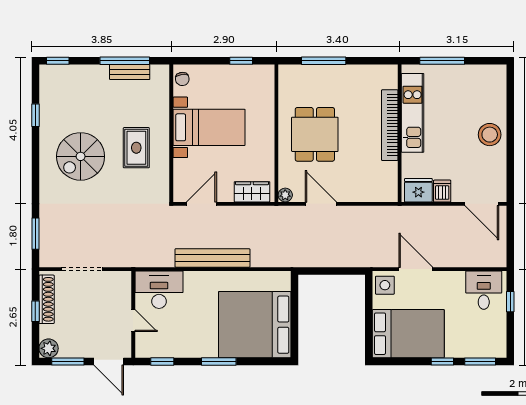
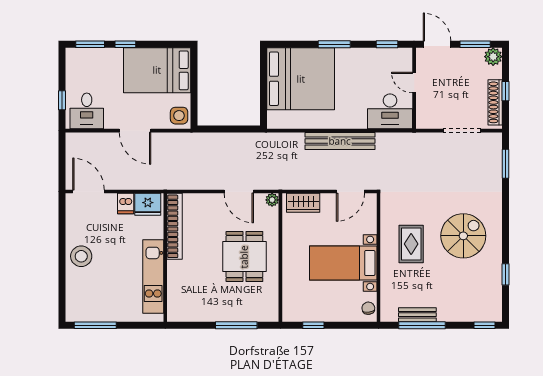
window: (442, 61) -> (95, 325), moved
bookcase: (390, 125) -> (175, 226), moved
door: (416, 269) -> (135, 131), moved

